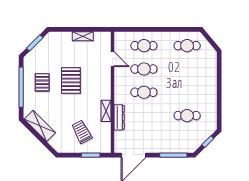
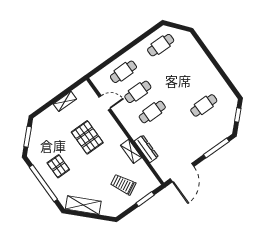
pallet: (71, 80) -> (87, 137), moved

